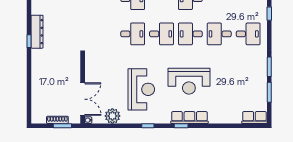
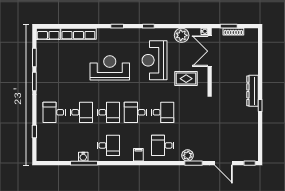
dresser: (37, 32) -> (252, 91), moved
desk: (133, 34) -> (163, 112), turned 180
rug: (108, 70) -> (186, 79), added
row of seats: (189, 118) -> (78, 34), moved

